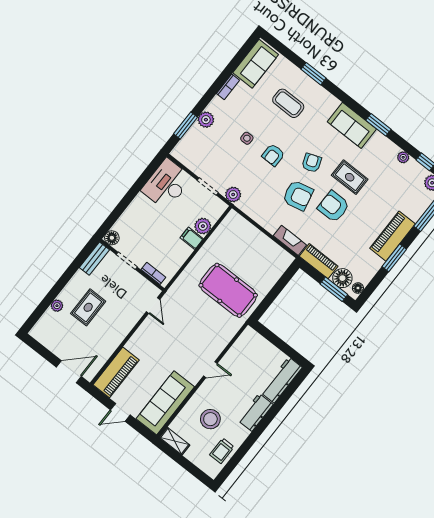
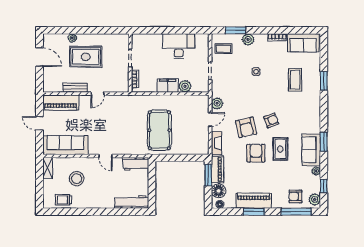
sofa: (352, 125) -> (311, 150), moved
coffee table: (195, 154) -> (223, 49), added
armchair: (273, 155) -> (295, 196), moved
desk: (167, 184) -> (179, 46), moved
plant: (233, 195) -> (217, 103), moved
door: (259, 227) -> (210, 119), added
piano: (393, 236) -> (254, 201), moved
floor lamp: (112, 238) -> (137, 39), removed
filing cabinet: (192, 238) -> (168, 85), width x2.00
bench: (94, 259) -> (75, 88), moved
window: (334, 289) -> (208, 175), moved
door: (153, 305) -> (98, 94), moved
rug: (88, 307) -> (86, 57), width x1.36, depth x1.43
door: (69, 372) -> (40, 57), moved
workbench: (256, 412) -> (136, 164), moved, turned 180

